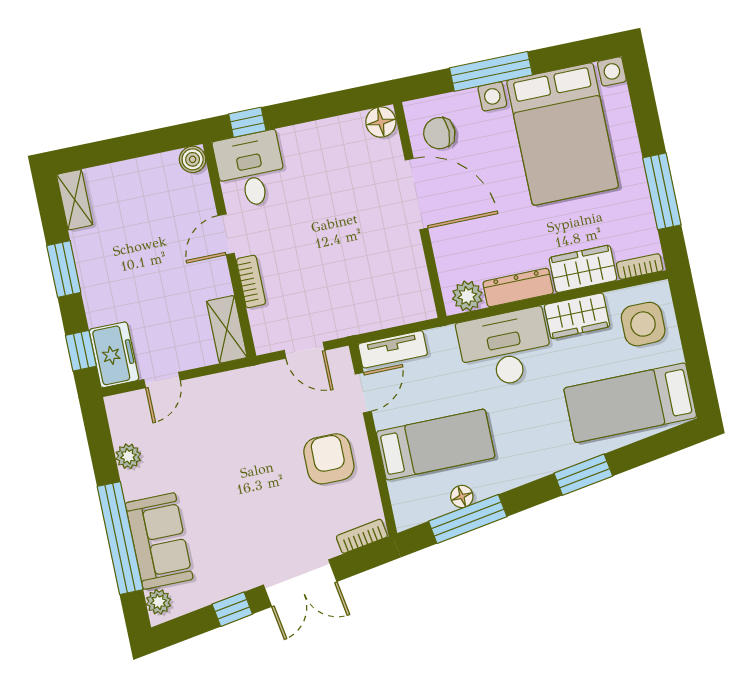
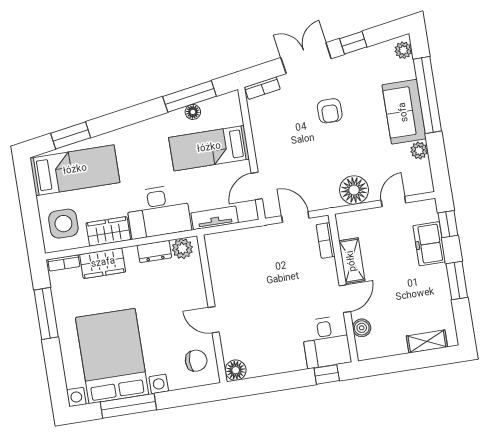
window: (491, 71) -> (128, 406), moved
boiler: (193, 159) -> (362, 328), moved
door: (417, 194) -> (214, 320), width x0.53
shelving: (75, 200) -> (427, 341), moved, turned 90
bookcase: (251, 281) -> (326, 240), moved
dresser: (518, 288) -> (154, 252), width x0.70
shelving: (227, 329) -> (352, 261), moved
tv unit: (393, 349) -> (215, 218), moved
freezer: (114, 355) -> (429, 244), moved
floor lamp: (221, 394) -> (354, 190), added
armchair: (329, 459) -> (330, 111), moved, width x0.72, depth x0.72
window: (583, 475) -> (71, 135), moved
sofa: (159, 541) -> (404, 112), moved

